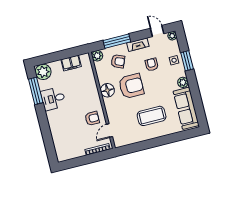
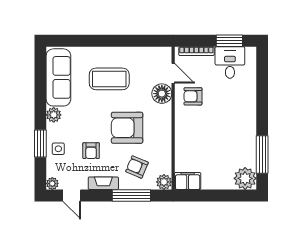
filing cabinet: (71, 63) -> (188, 181), moved
floor lamp: (107, 90) -> (162, 94), moved
desk: (53, 99) -> (230, 63), moved, turned -90
door: (109, 131) -> (173, 73), hinge flipped
window: (77, 162) -> (229, 41), added

